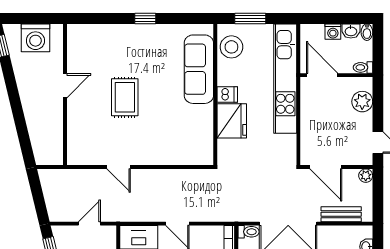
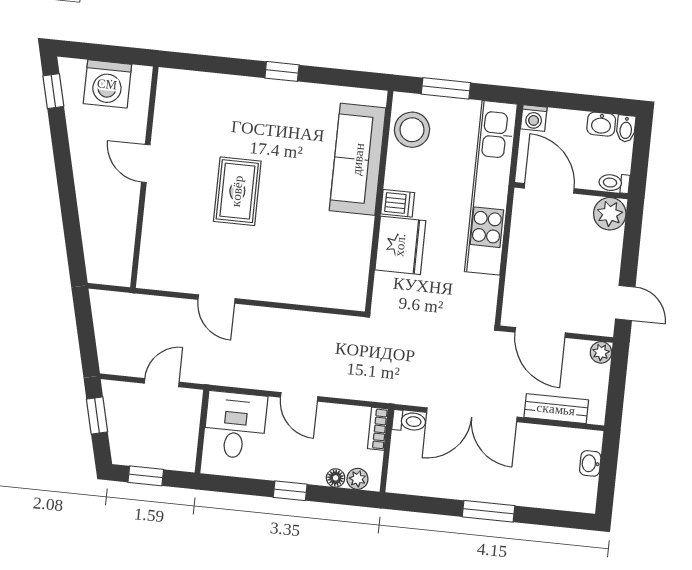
washing machine: (333, 32) -> (534, 118), moved
door: (65, 86) -> (146, 163), swing flipped
plant: (362, 102) -> (610, 214), moved

